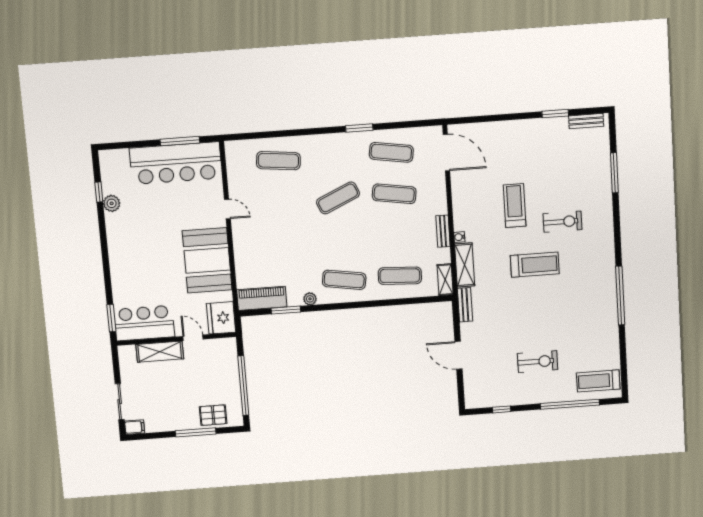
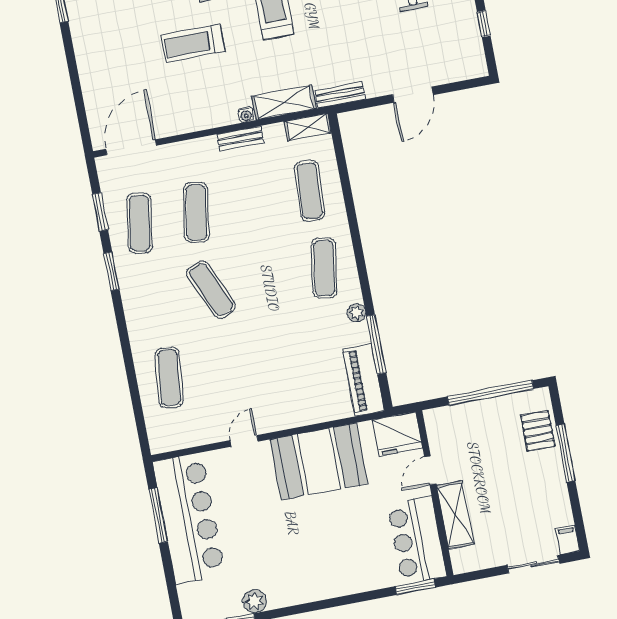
window: (403, 125) -> (100, 212), added
window: (286, 310) -> (376, 344), width x1.44

